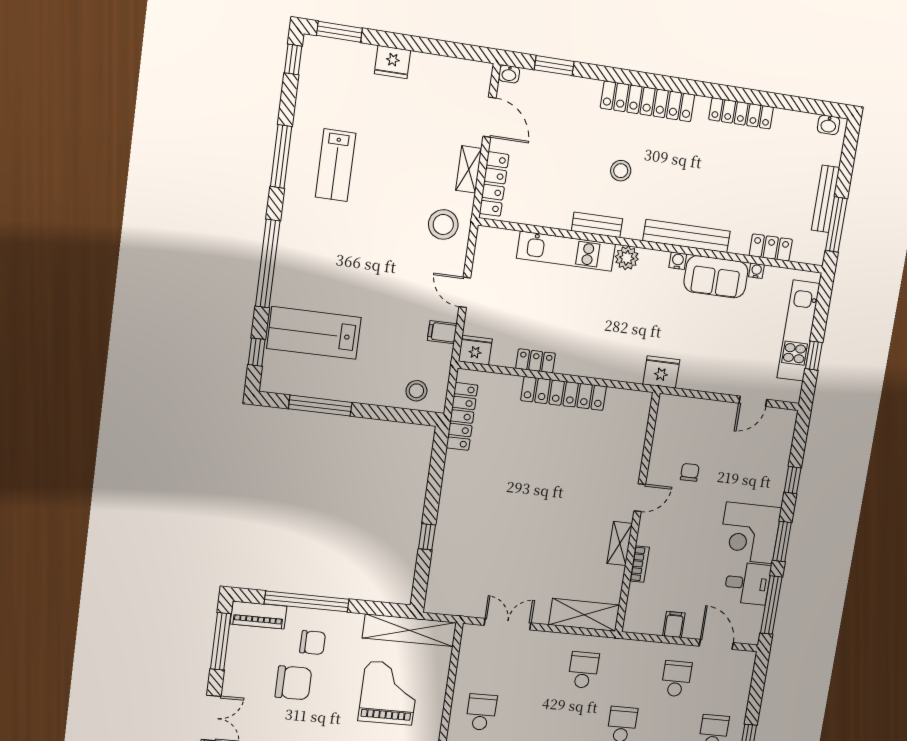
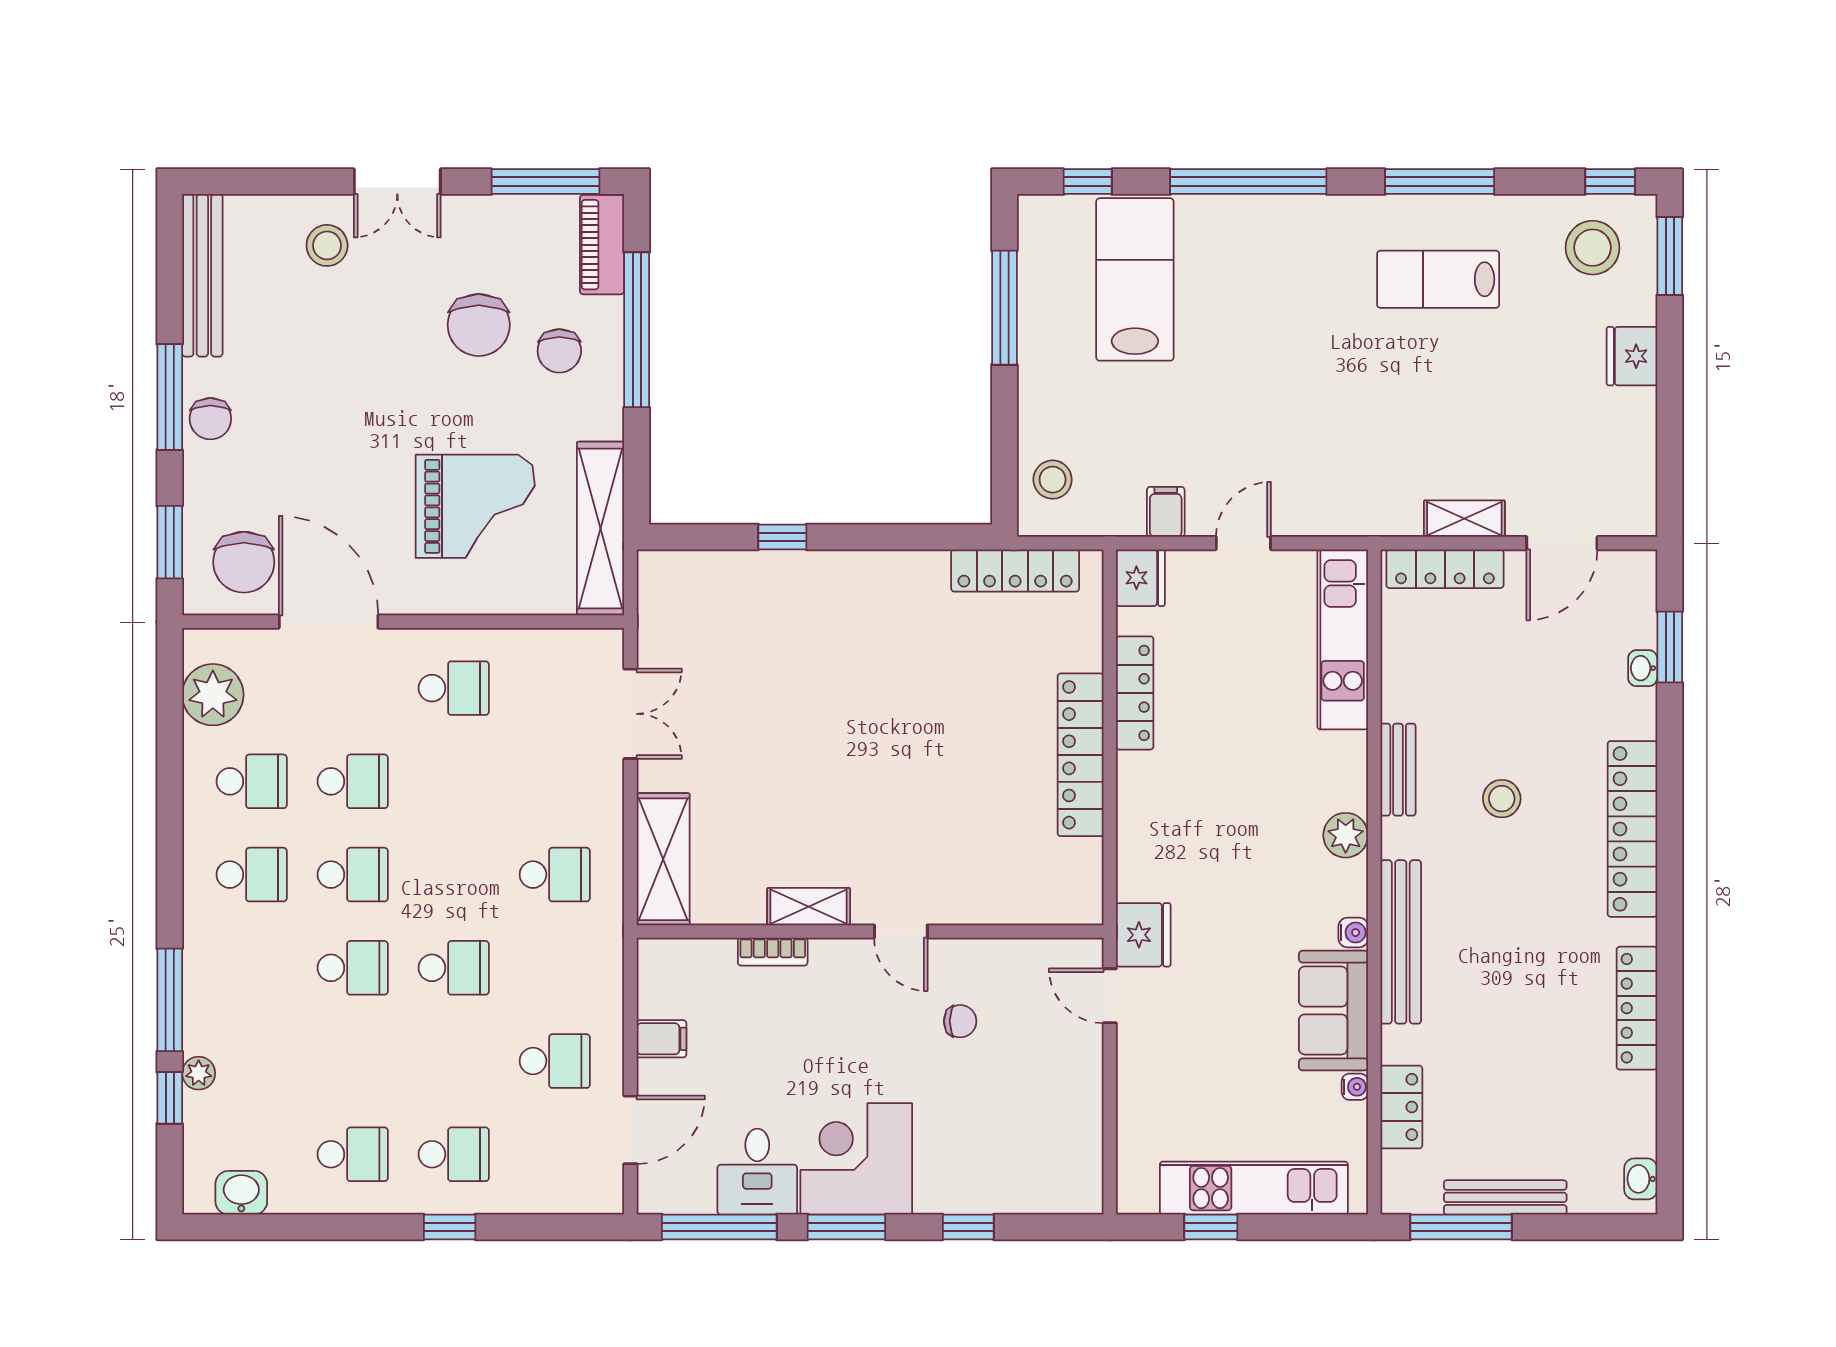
washbasin: (509, 74) -> (1643, 668), moved
stool: (443, 224) -> (1593, 248), moved
kitchen unit: (566, 251) -> (1343, 639), moved
locker: (536, 361) -> (1135, 693), width x1.53
door: (753, 401) -> (1110, 996), moved

